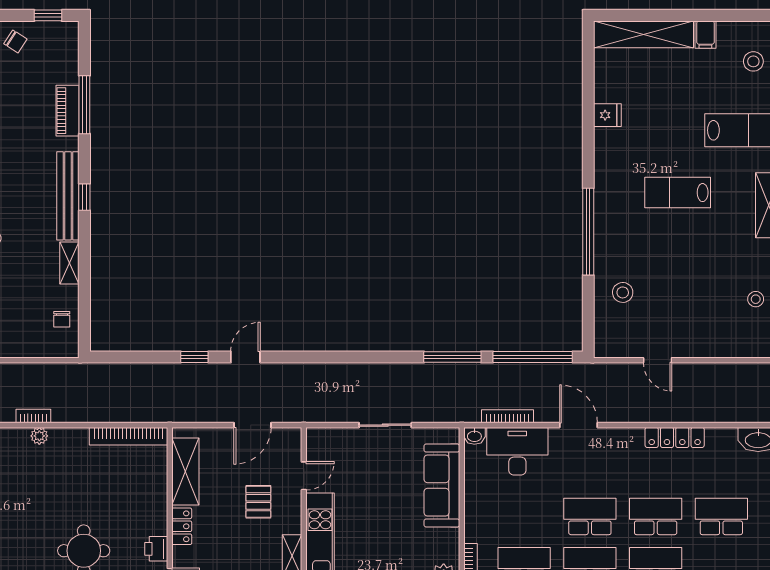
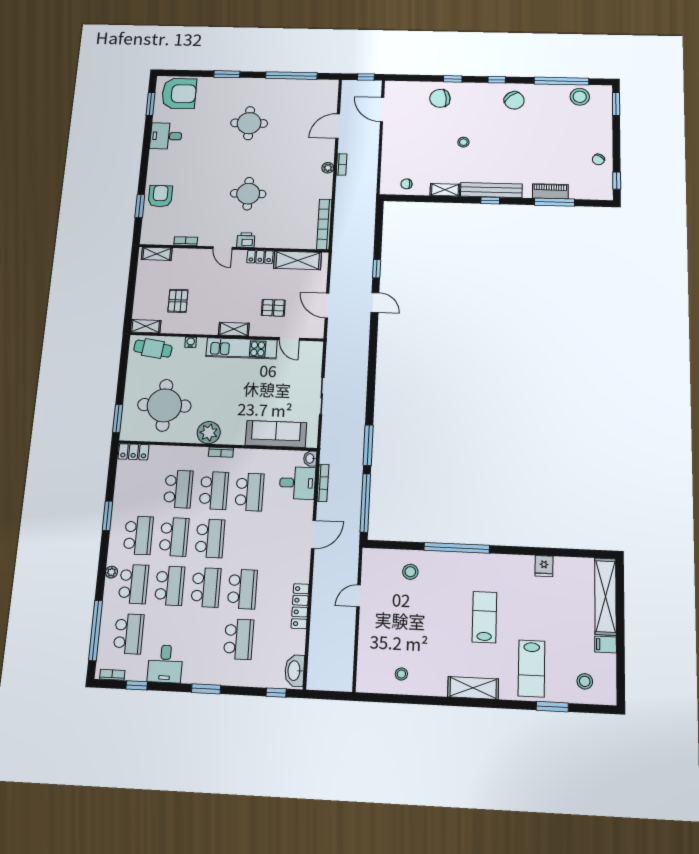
desk: (517, 451) -> (297, 483), width x0.73
school desk: (590, 516) -> (249, 492), moved

